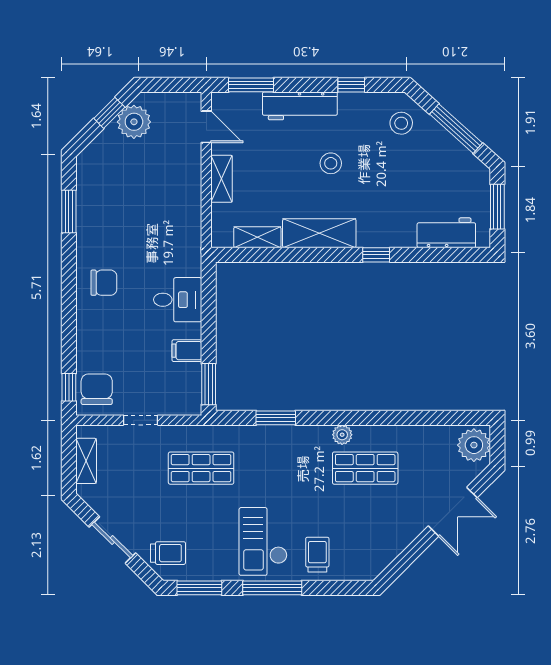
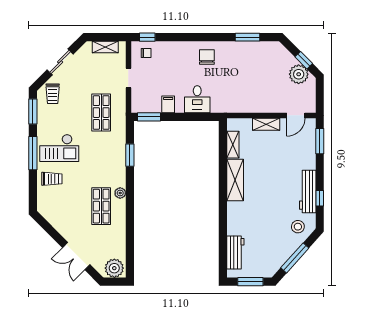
workbench: (300, 106) -> (308, 192), moved
stool: (331, 163) -> (275, 187), removed
window: (376, 255) -> (223, 212), removed
chair: (104, 283) -> (207, 57), turned 180
chair: (97, 389) -> (146, 53), width x0.54, depth x0.54
checkout: (263, 541) -> (59, 148), turned 180

